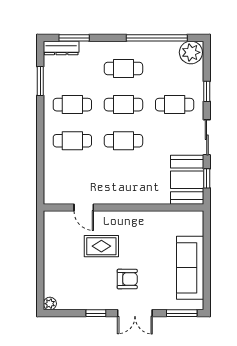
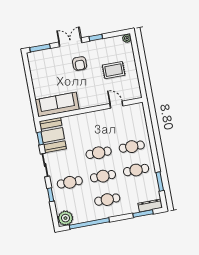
rug: (101, 246) -> (114, 70), moved
sofa: (190, 268) -> (57, 104), moved, turned -90
armchair: (127, 279) -> (80, 64), turned -90

